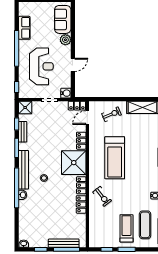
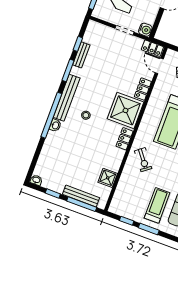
shower: (25, 108) -> (108, 178), moved
door: (87, 118) -> (159, 66), hinge flipped
locker: (81, 204) -> (116, 160), removed

